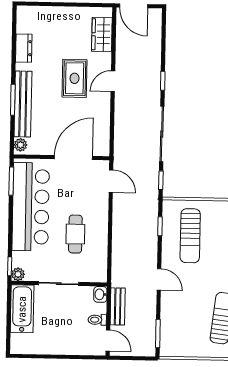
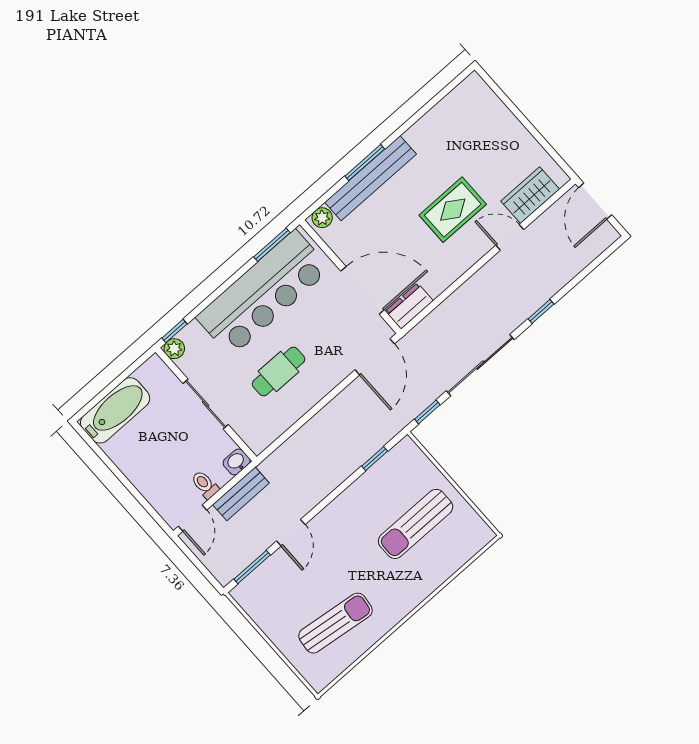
dresser: (24, 48) -> (409, 306), moved, turned 180
door: (113, 81) -> (510, 237), moved
door: (111, 181) -> (375, 357), width x1.38
sun lounger: (190, 236) -> (416, 524), moved
door: (159, 279) -> (291, 533), moved
bathtub: (22, 309) -> (115, 410), moved

